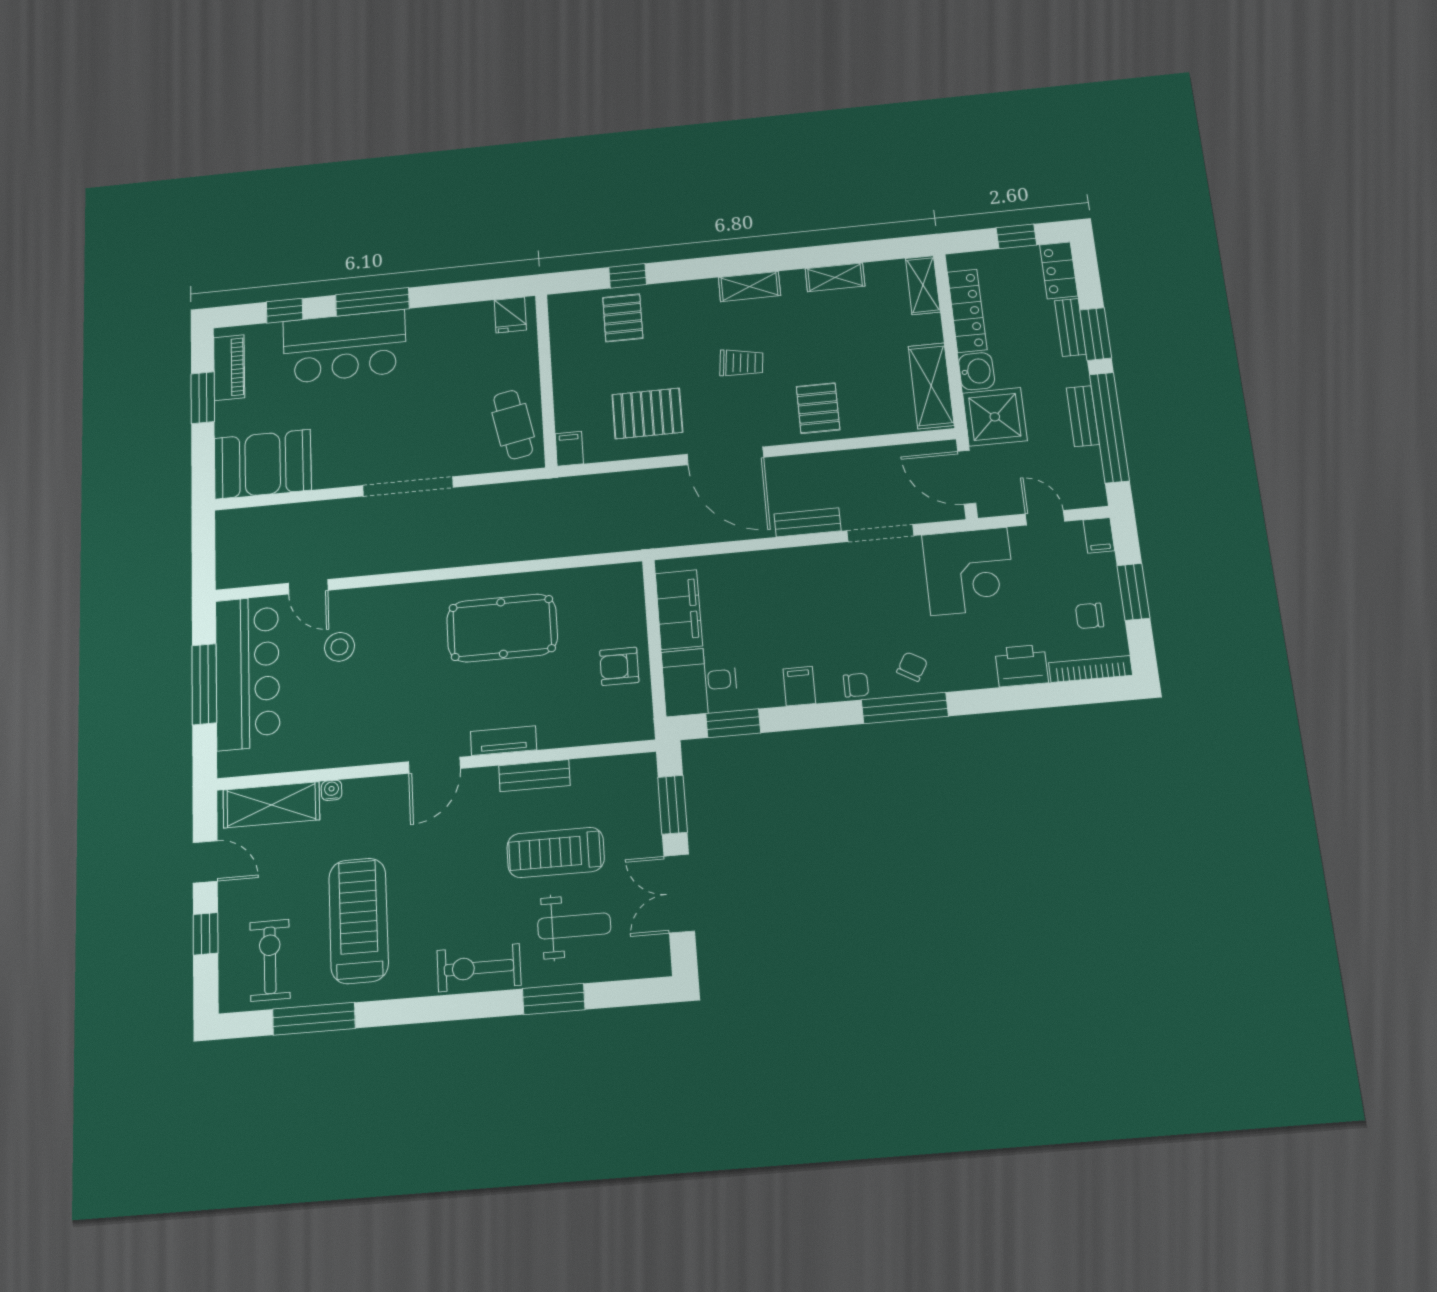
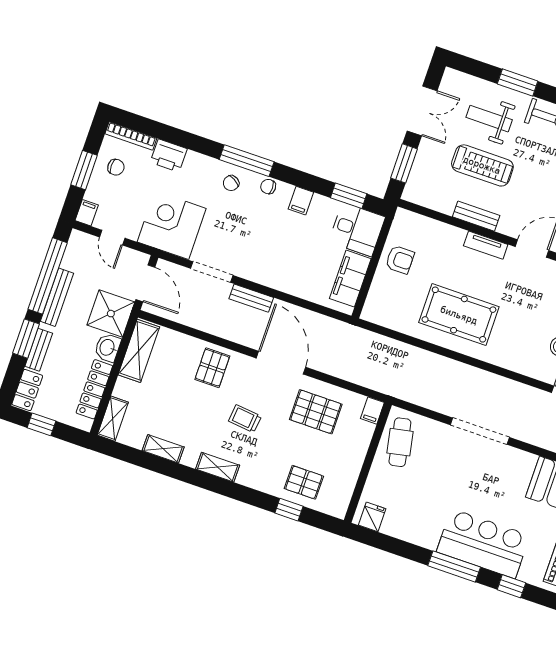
pallet: (623, 318) -> (304, 482), turned 90
bench: (1083, 416) -> (57, 297), width x1.36

